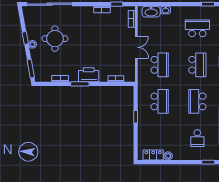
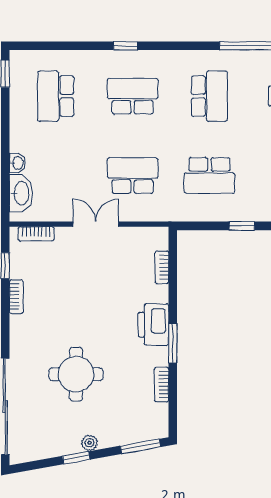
round table: (55, 39) -> (76, 374), moved
school desk: (160, 101) -> (209, 175), turned 180
school desk: (197, 101) -> (209, 96), turned -90

